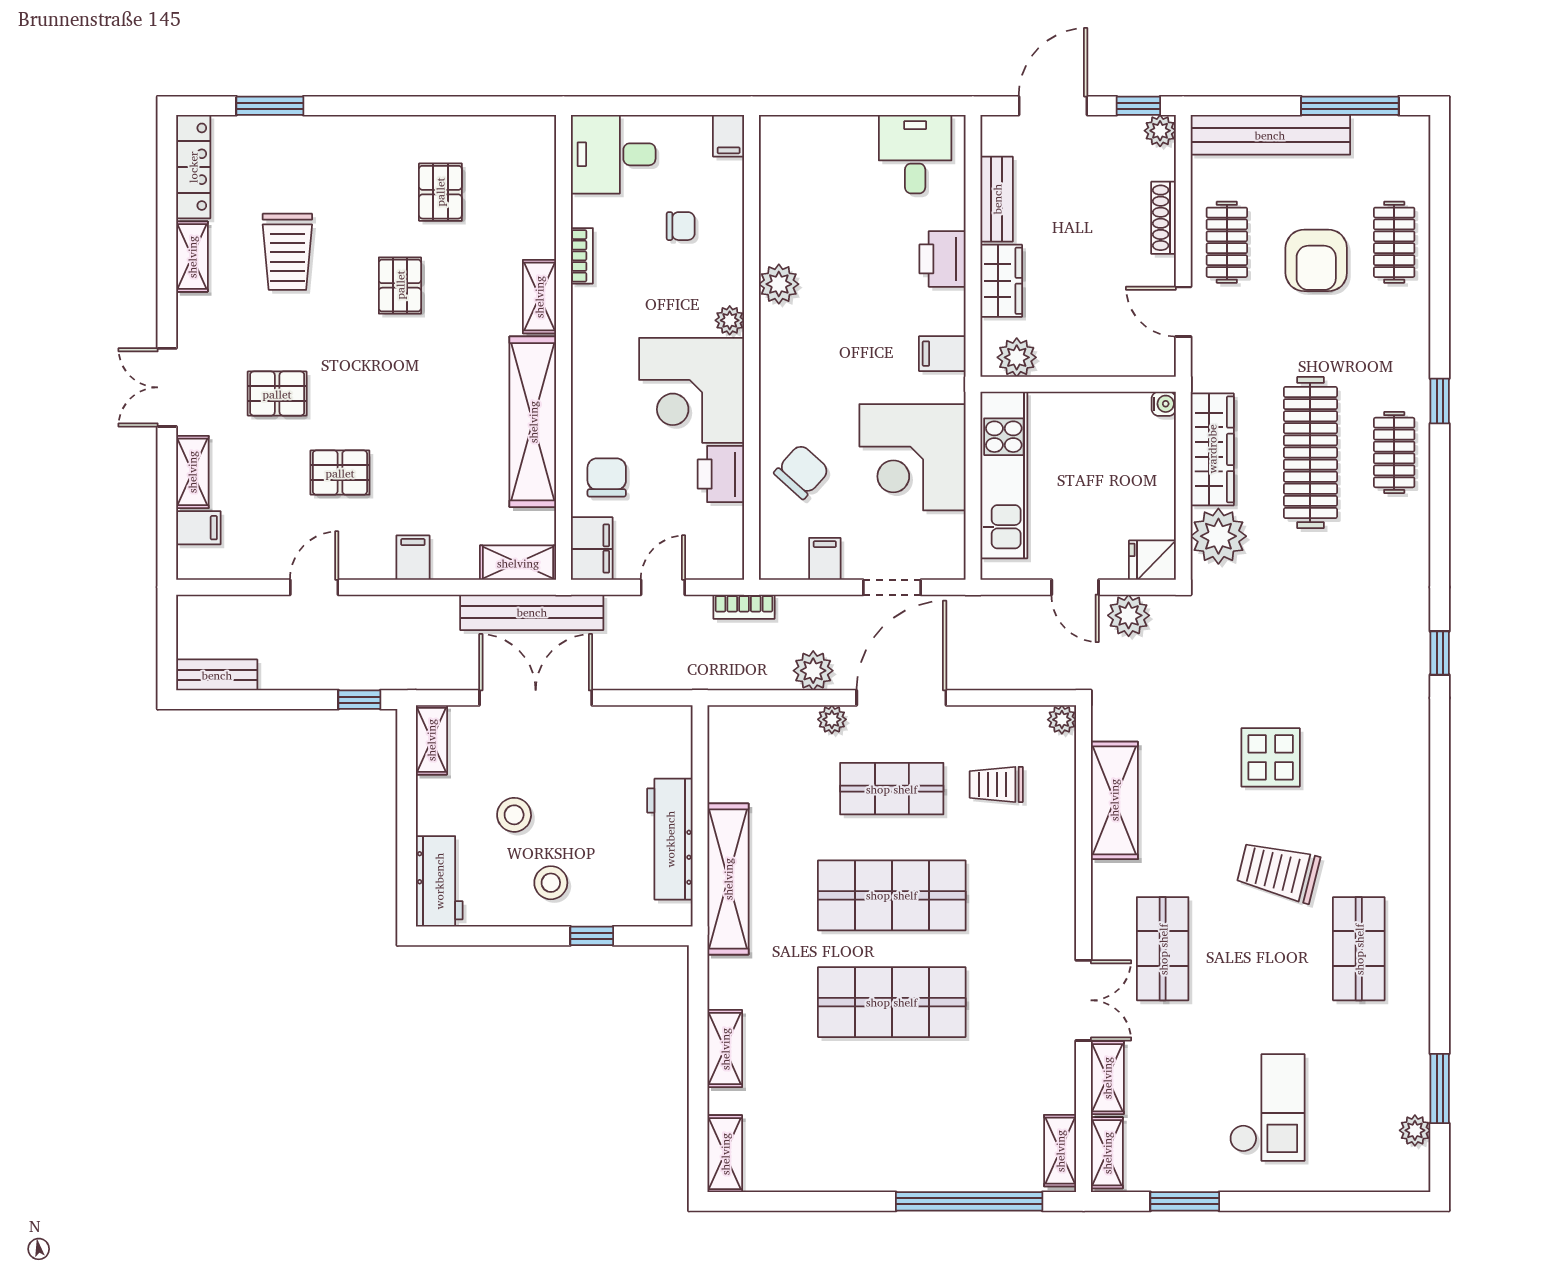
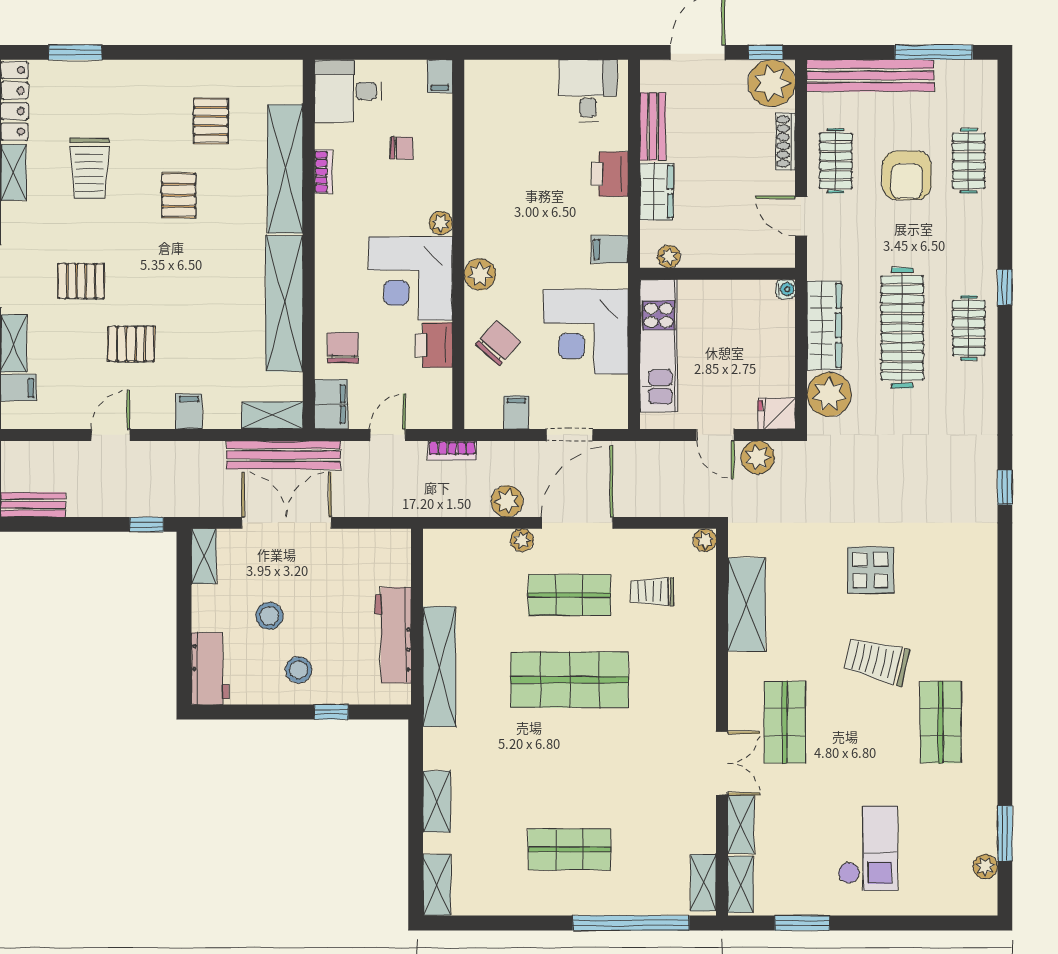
plant: (1160, 131) -> (772, 83), width x1.87, depth x1.87
plant: (779, 284) -> (480, 274), moved
shelving: (539, 297) -> (285, 169), width x2.20, depth x1.33
plant: (1017, 357) -> (669, 257), width x0.73, depth x0.73
shop shelf: (892, 1002) -> (570, 849), moved, width x0.70, depth x0.74

